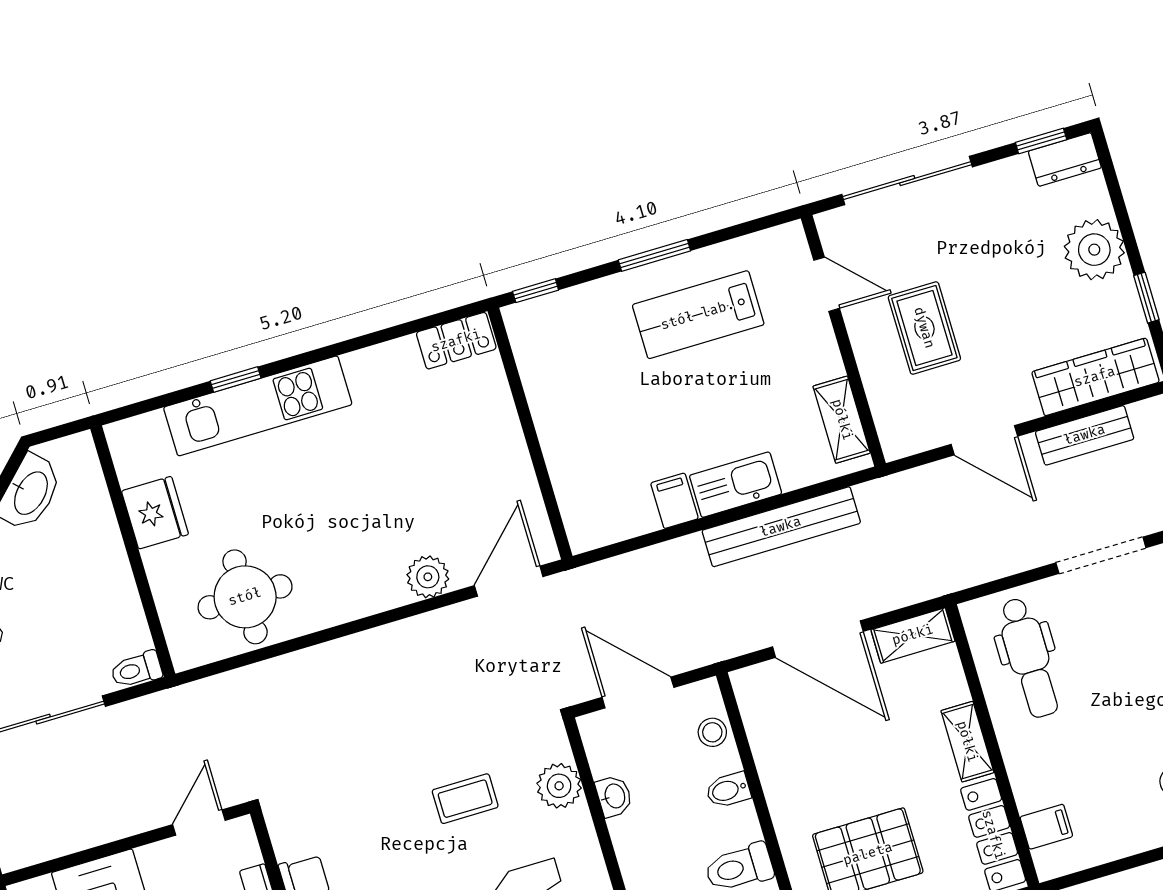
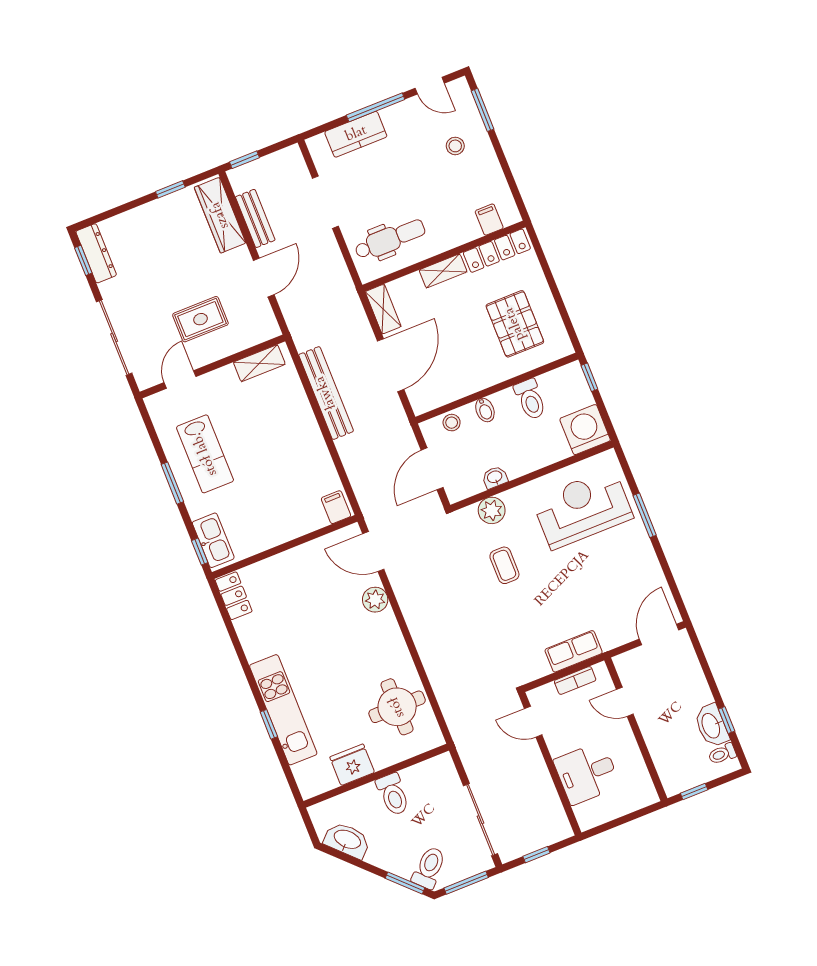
dresser: (1065, 160) -> (96, 253), width x1.44
plant: (1094, 250) -> (145, 223), removed
kitchen sink: (736, 485) -> (213, 540), moved, turned 180
filing cabinet: (674, 501) -> (336, 507), moved, turned 90
toilet: (136, 670) -> (393, 794), moved, width x1.37, depth x1.39

